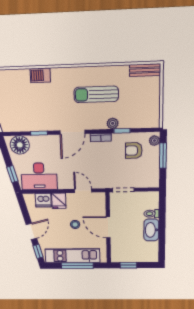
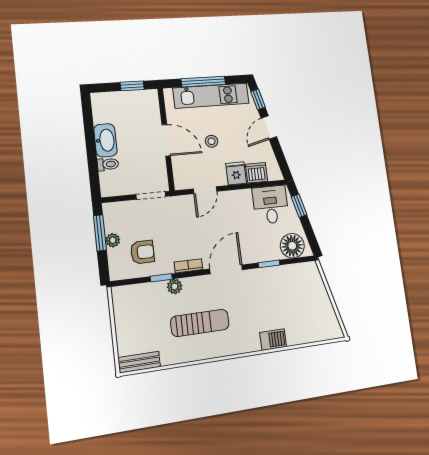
plant: (154, 141) -> (113, 240), moved
window: (163, 156) -> (100, 233), moved
desk: (39, 176) -> (271, 205), width x0.73
door: (83, 191) -> (205, 190), hinge flipped

